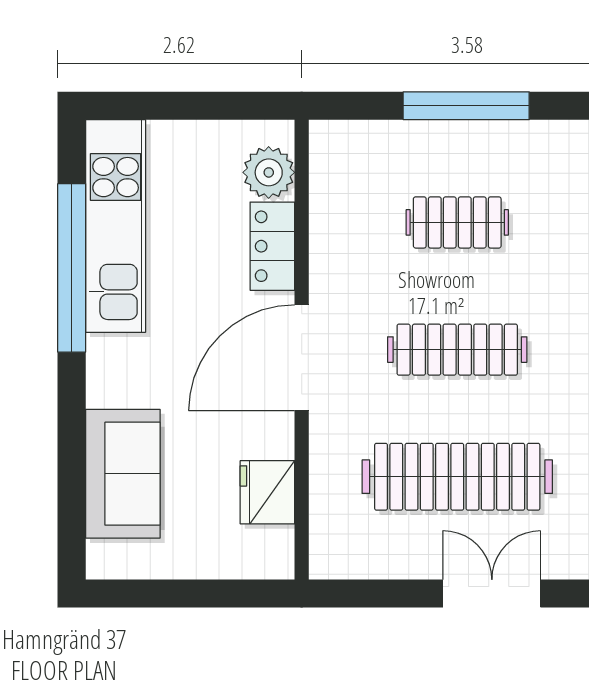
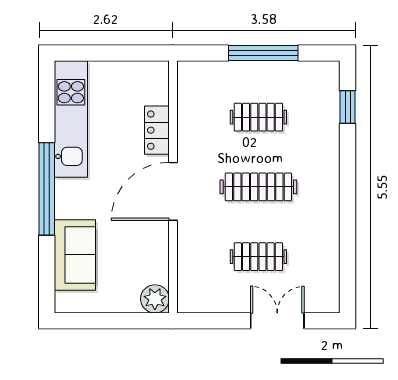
plant: (269, 172) -> (155, 299), moved
window: (72, 268) -> (47, 189), moved
clothes rail: (457, 477) -> (258, 257), width x0.54, depth x0.76
fridge: (267, 492) -> (154, 265), removed

